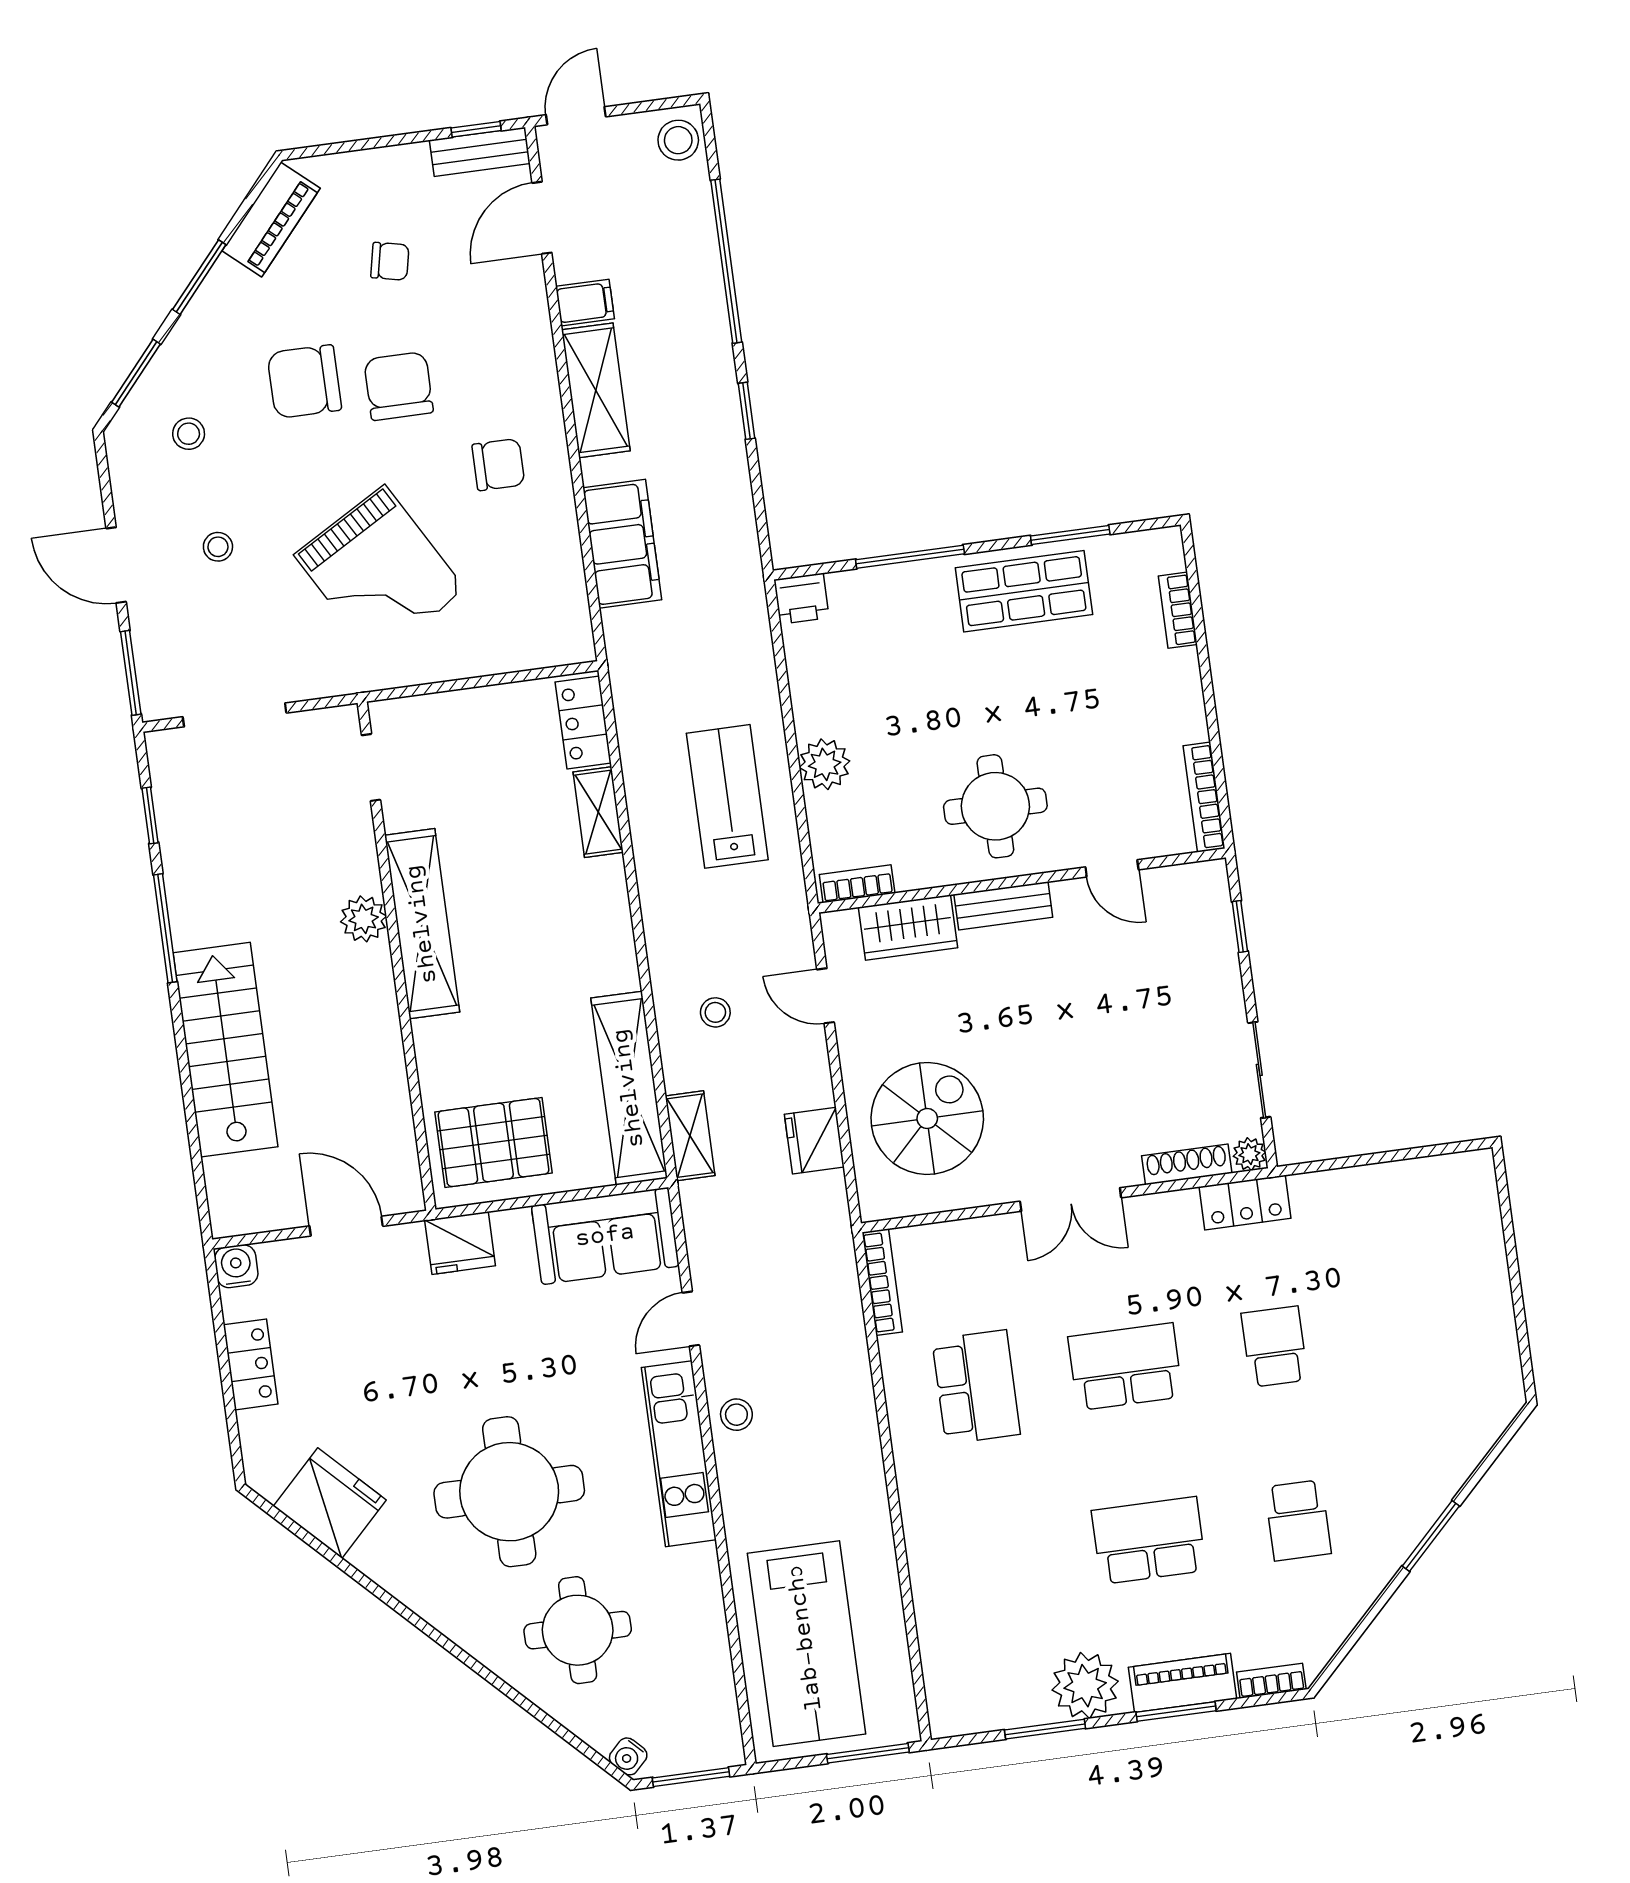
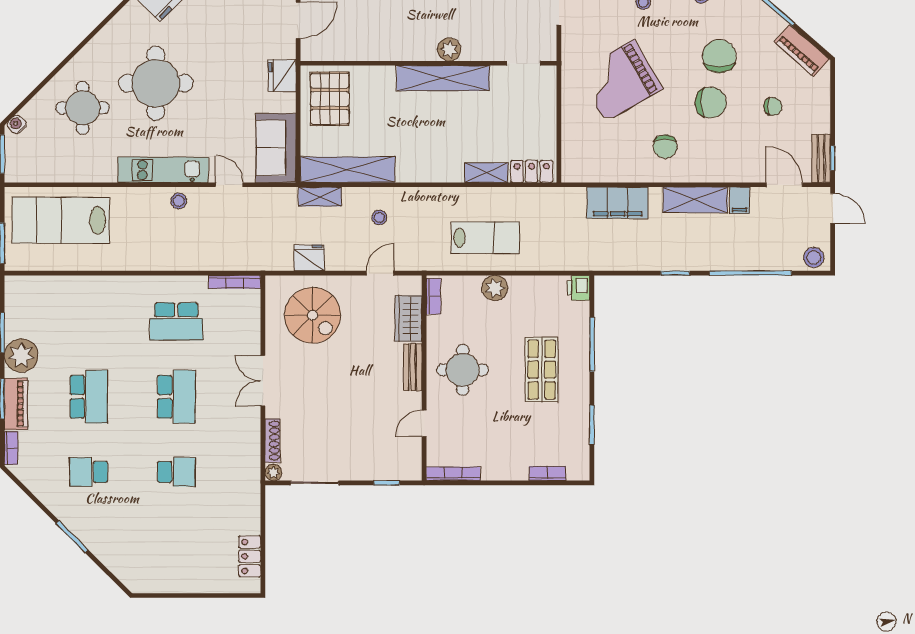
chair: (390, 261) -> (773, 107), turned -102
shop shelf: (1024, 591) -> (542, 370), moved
locker: (1245, 1202) -> (250, 556), moved

